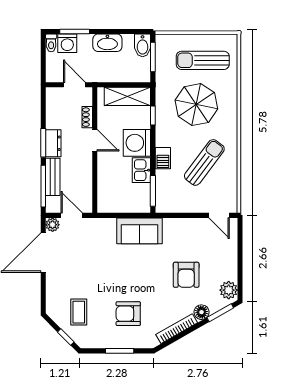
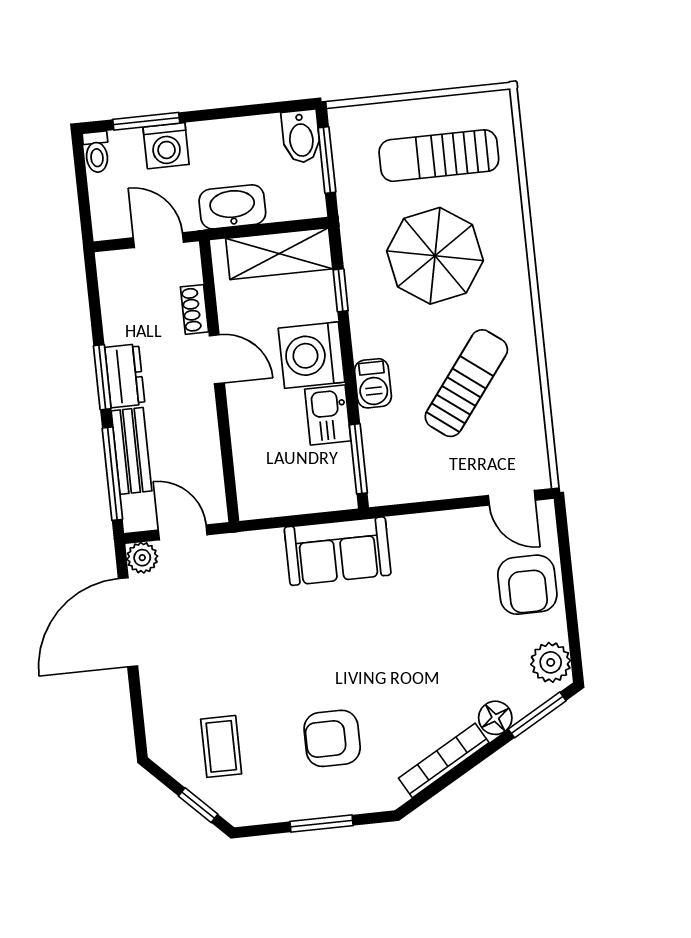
washing machine: (67, 43) -> (166, 146), moved
washbasin: (107, 43) -> (232, 207), moved, turned 180
armchair: (186, 275) -> (527, 585), moved

